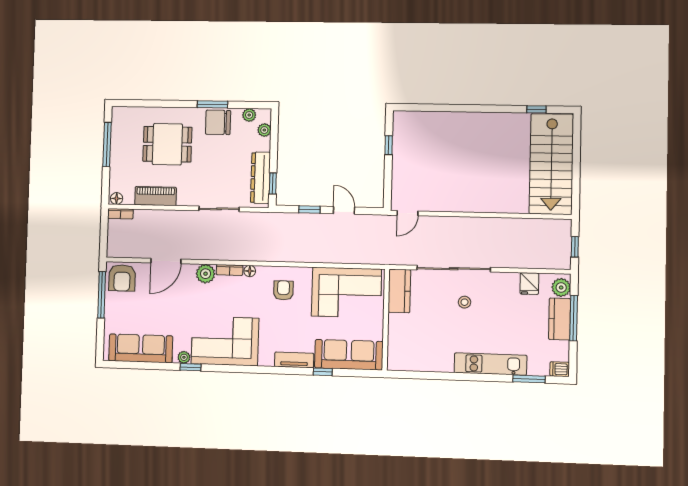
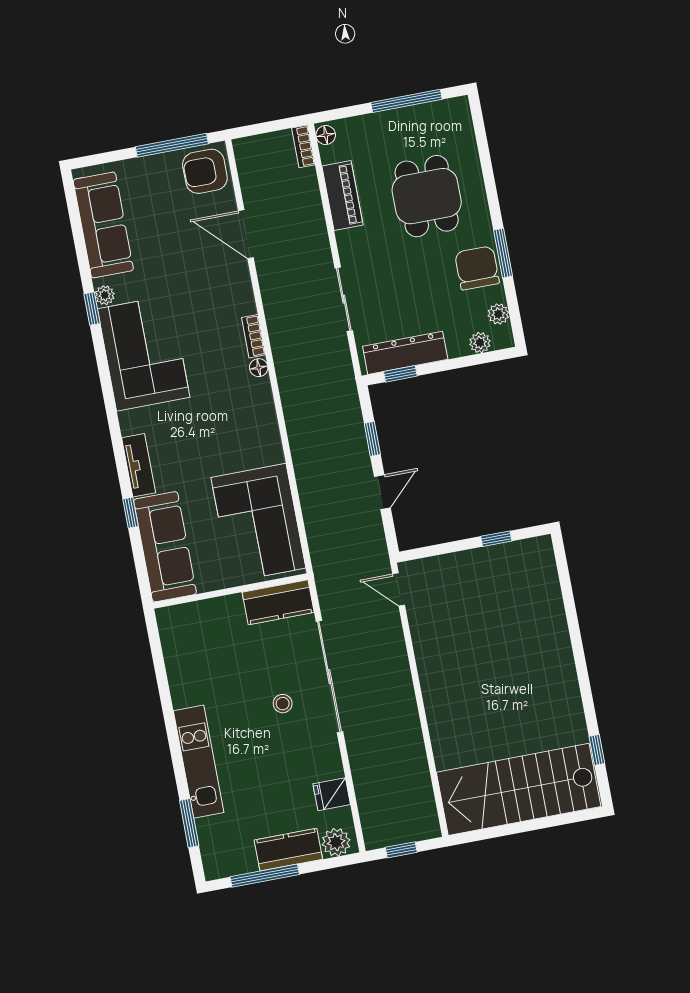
plant: (206, 274) -> (240, 300), removed
armchair: (283, 290) -> (241, 426), removed
window: (574, 318) -> (265, 876), moved
dishwasher: (560, 369) -> (214, 865), removed

